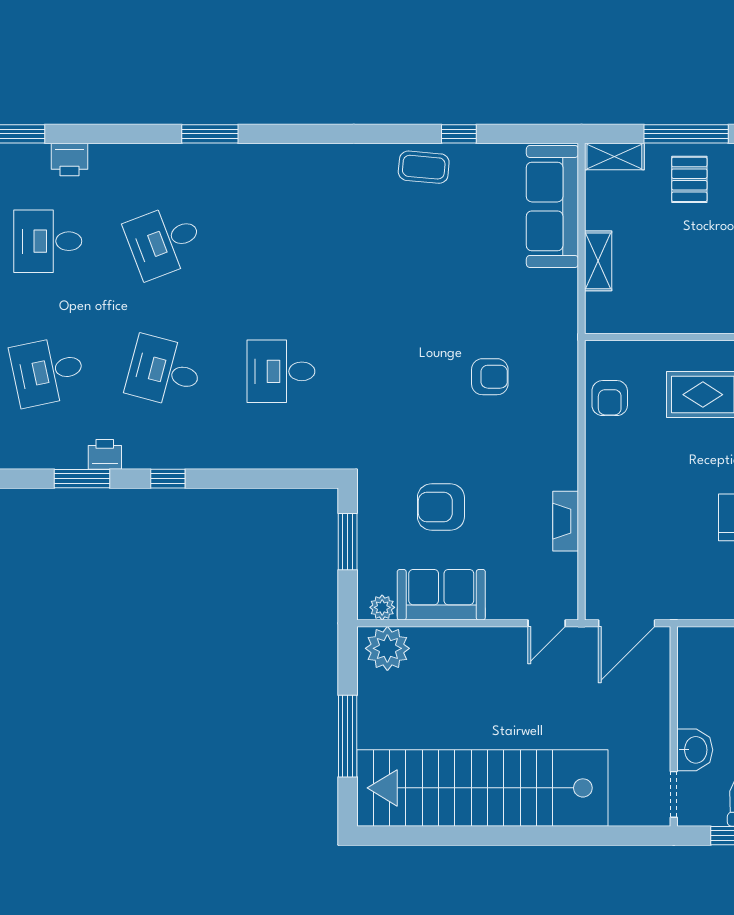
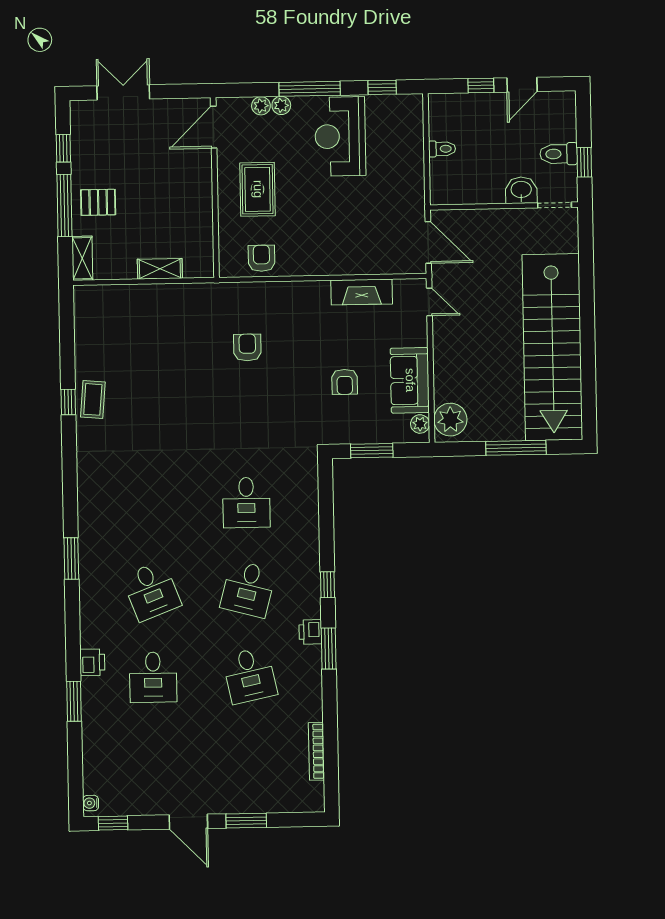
window: (459, 134) -> (68, 402), moved
sofa: (552, 206) -> (120, 303), removed
armchair: (610, 398) -> (261, 258), turned -90
armchair: (441, 507) -> (345, 382), width x0.72, depth x0.72
fireplace: (566, 521) -> (362, 292), width x1.37, depth x1.32

